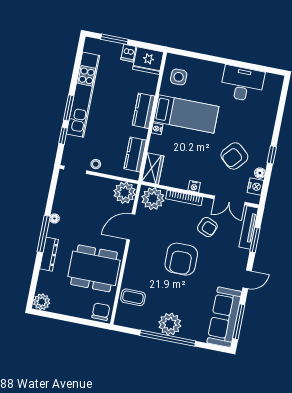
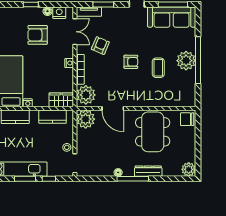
armchair: (234, 156) -> (38, 35), turned 139
tv unit: (249, 228) -> (89, 12), width x0.71
armchair: (181, 259) -> (131, 62), width x0.53, depth x0.53
coffee table: (133, 297) -> (158, 68), moved

